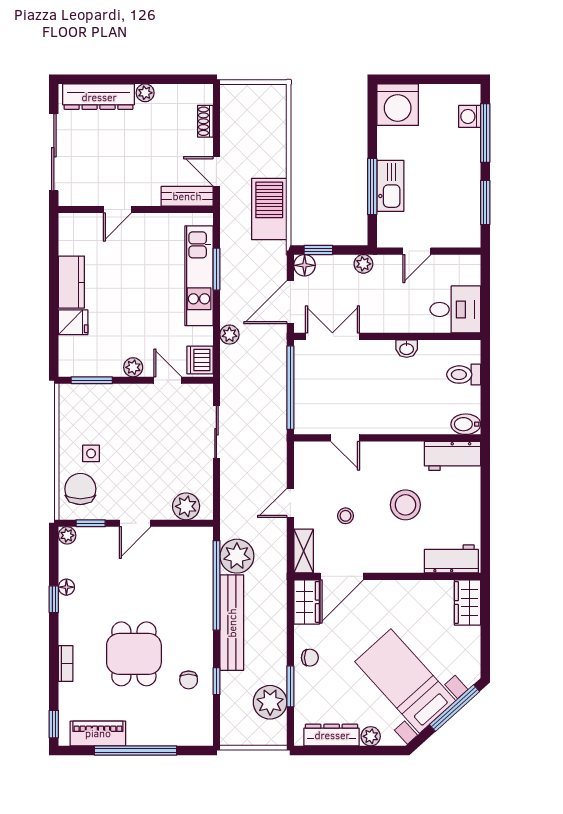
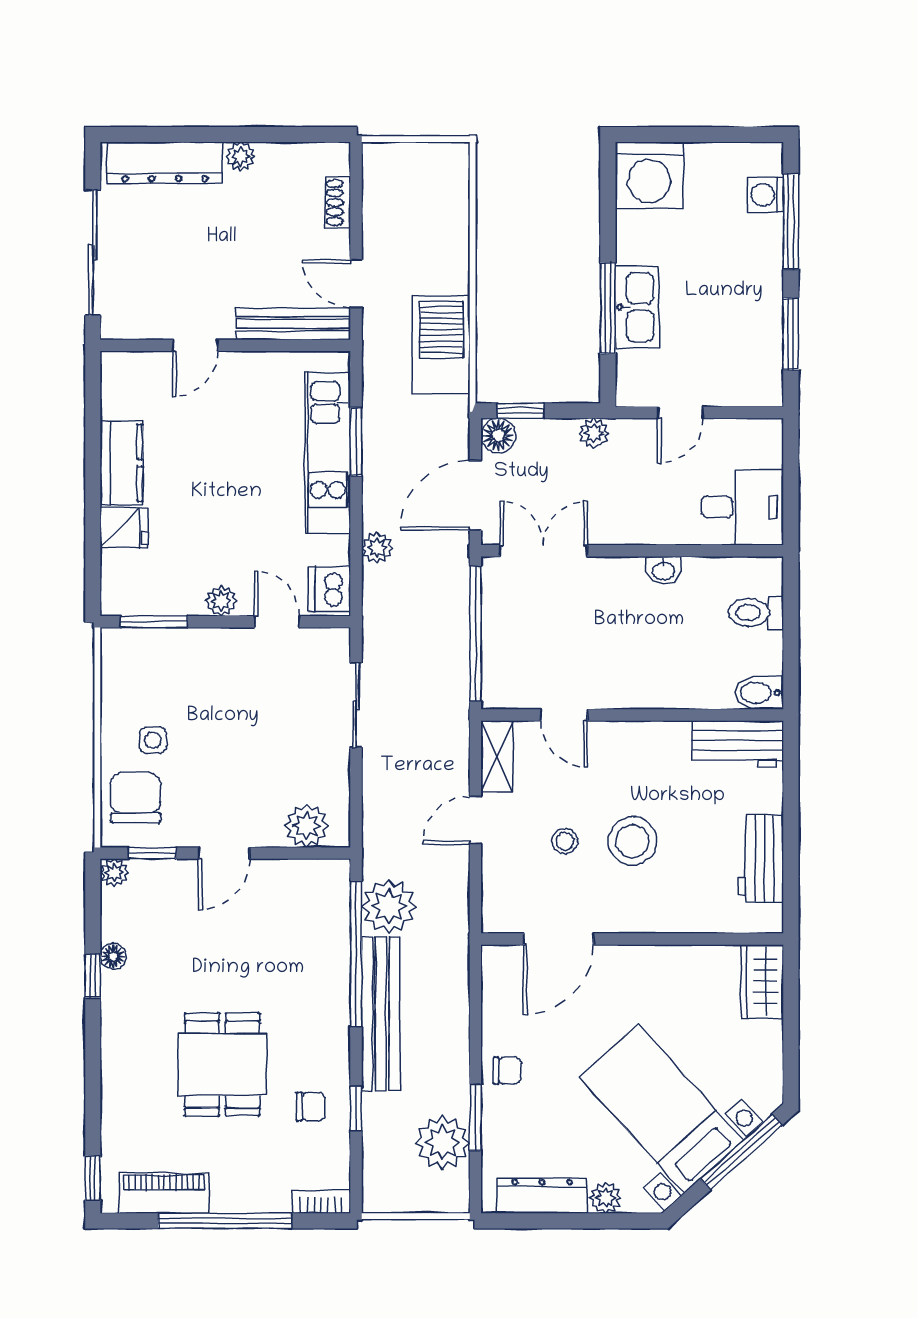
bench: (187, 196) -> (293, 324), width x1.36
stool: (405, 505) -> (632, 841), moved
shelving: (304, 551) -> (497, 756), moved
workbench: (451, 559) -> (761, 858), moved, turned -90
wardrobe: (307, 602) -> (502, 980), removed
bookcase: (66, 664) -> (321, 1202), moved, turned -90
chair: (189, 680) -> (311, 1107), turned -90

